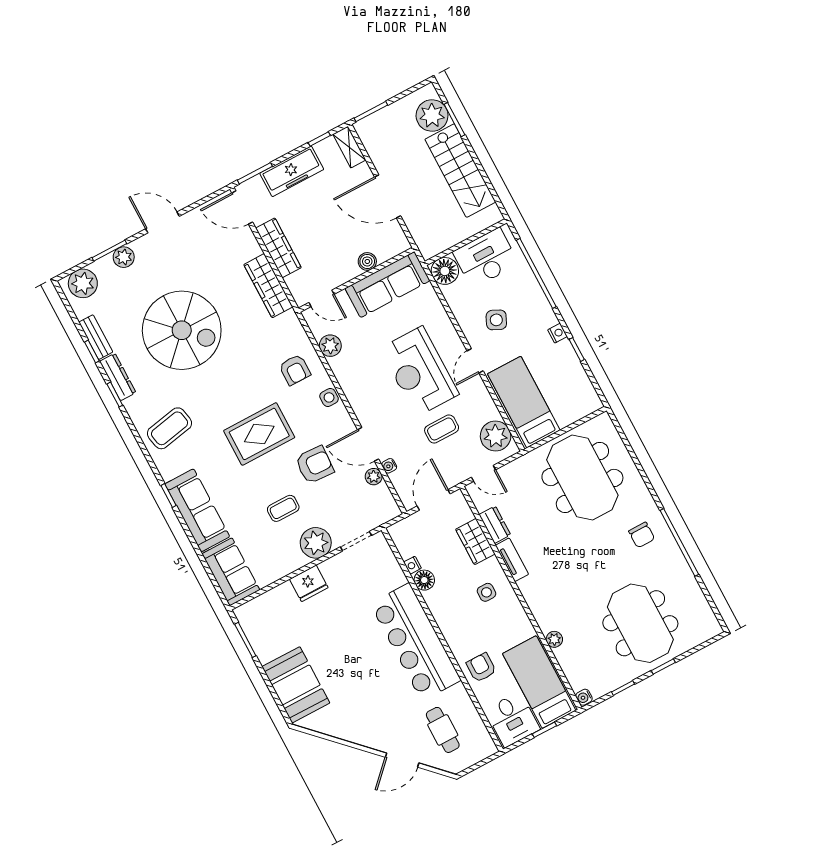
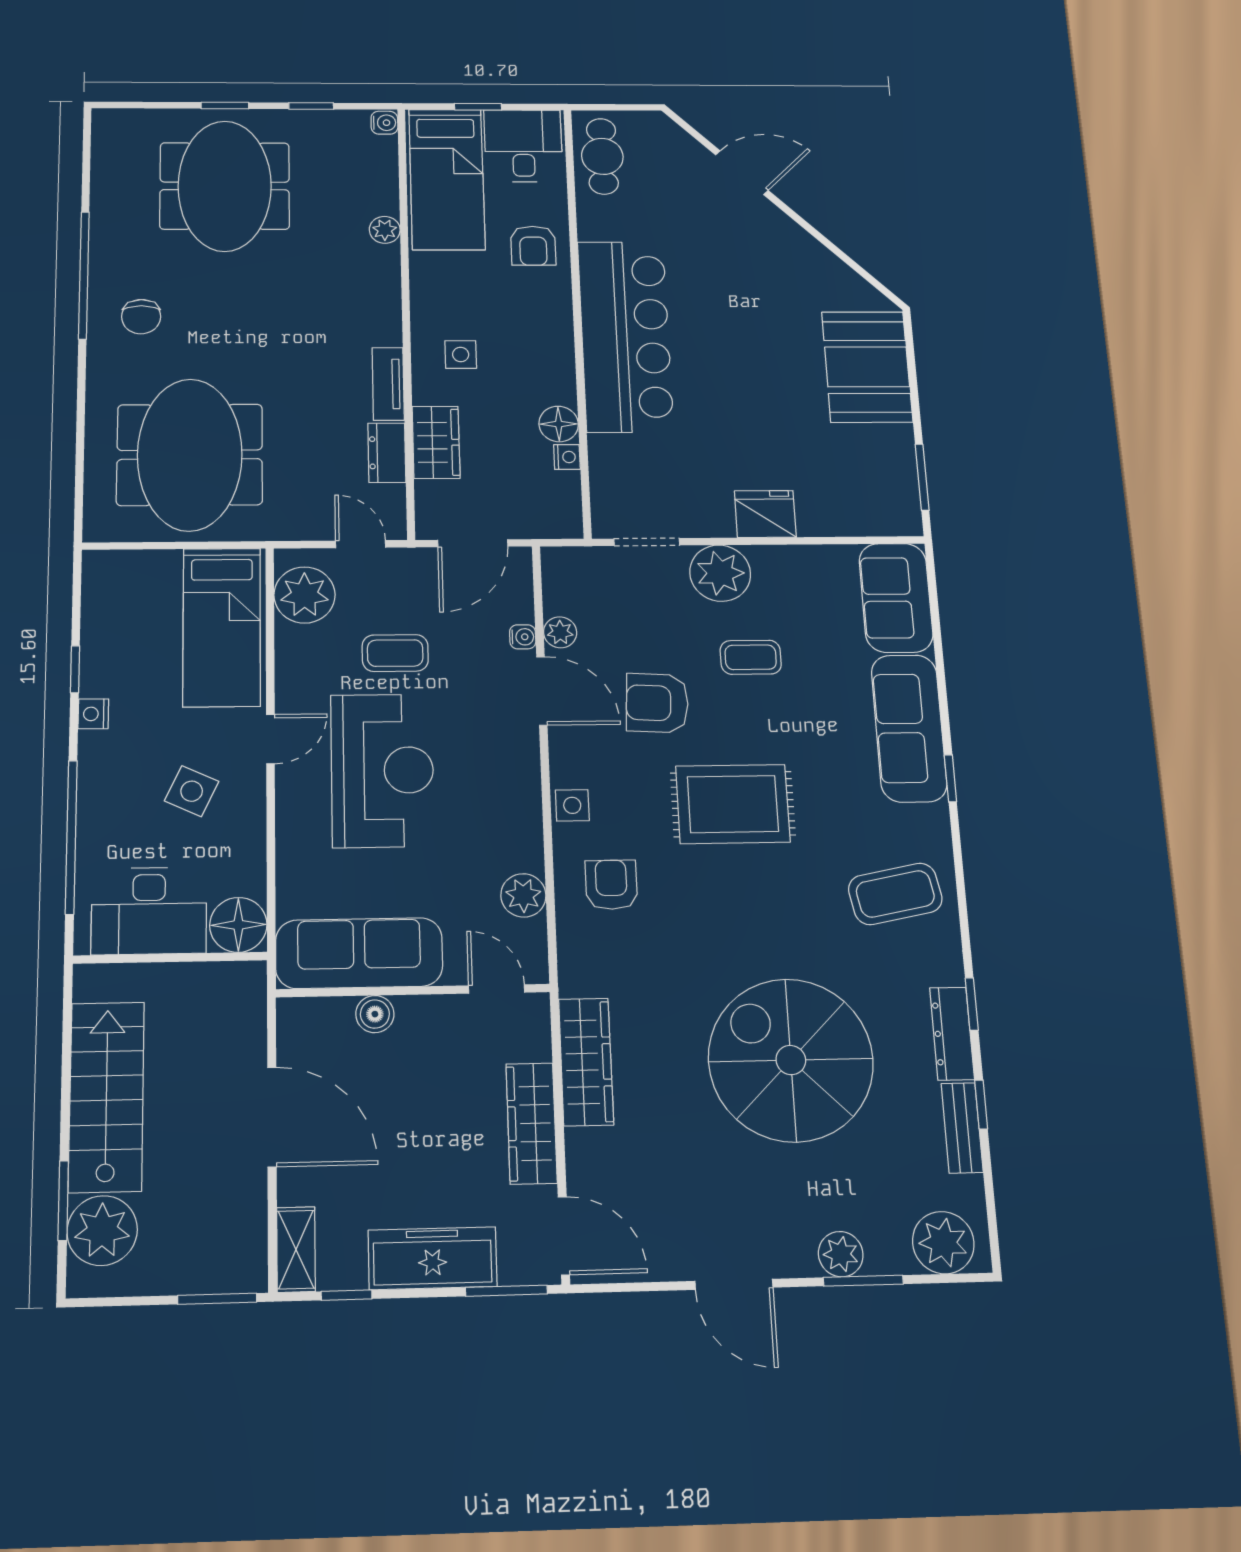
chair: (642, 535) -> (141, 317), turned 180
cafe table: (443, 730) -> (602, 156), moved

